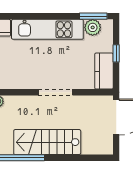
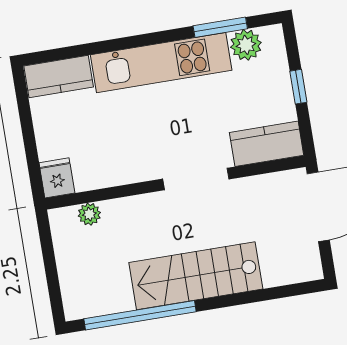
window: (93, 16) -> (220, 27), moved
kitchen counter: (104, 71) -> (267, 144), moved, turned 90

